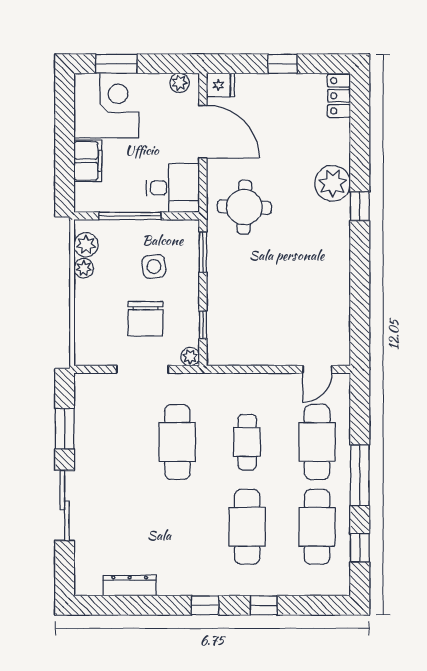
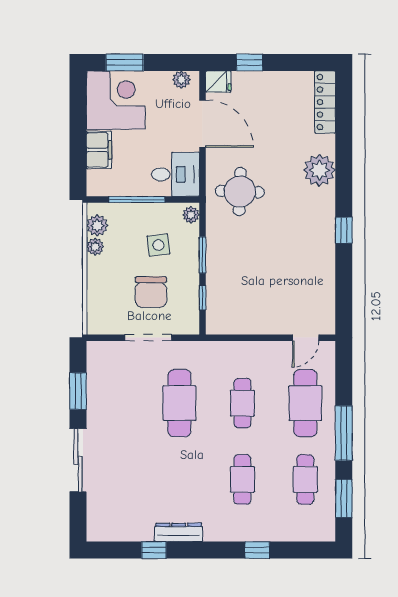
window: (283, 64) -> (249, 63), moved
locker: (339, 96) -> (325, 102), width x1.53
window: (360, 206) -> (344, 230), moved
window: (203, 252) -> (203, 255), moved
plant: (190, 357) -> (191, 215), moved
cafe table: (247, 527) -> (242, 479), width x0.73, depth x0.74
cafe table: (317, 527) -> (305, 479), width x0.73, depth x0.74
window: (360, 548) -> (344, 498), width x1.50
dresser: (130, 586) -> (179, 532), moved
window: (205, 605) -> (154, 550), moved

